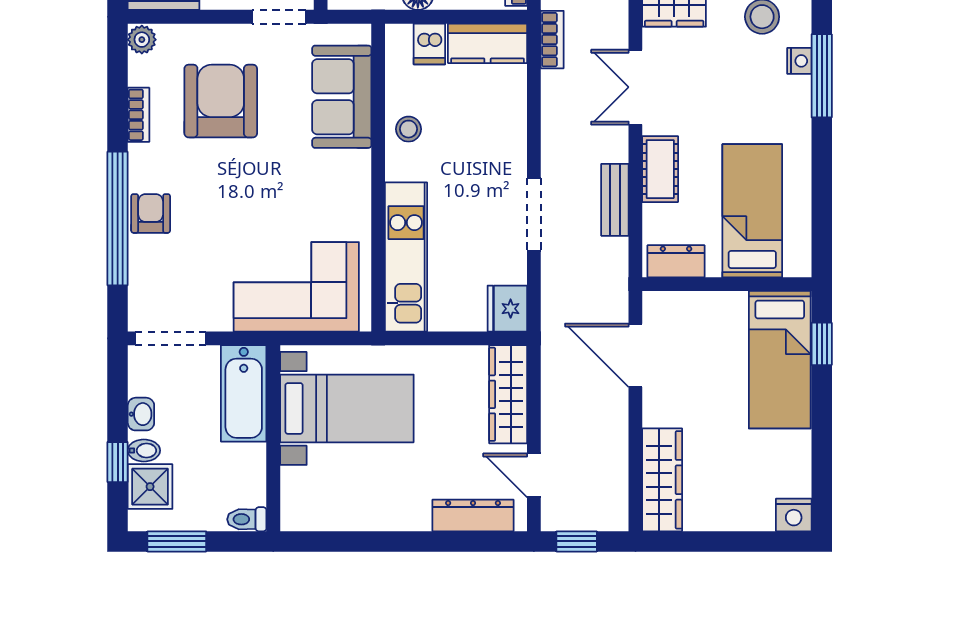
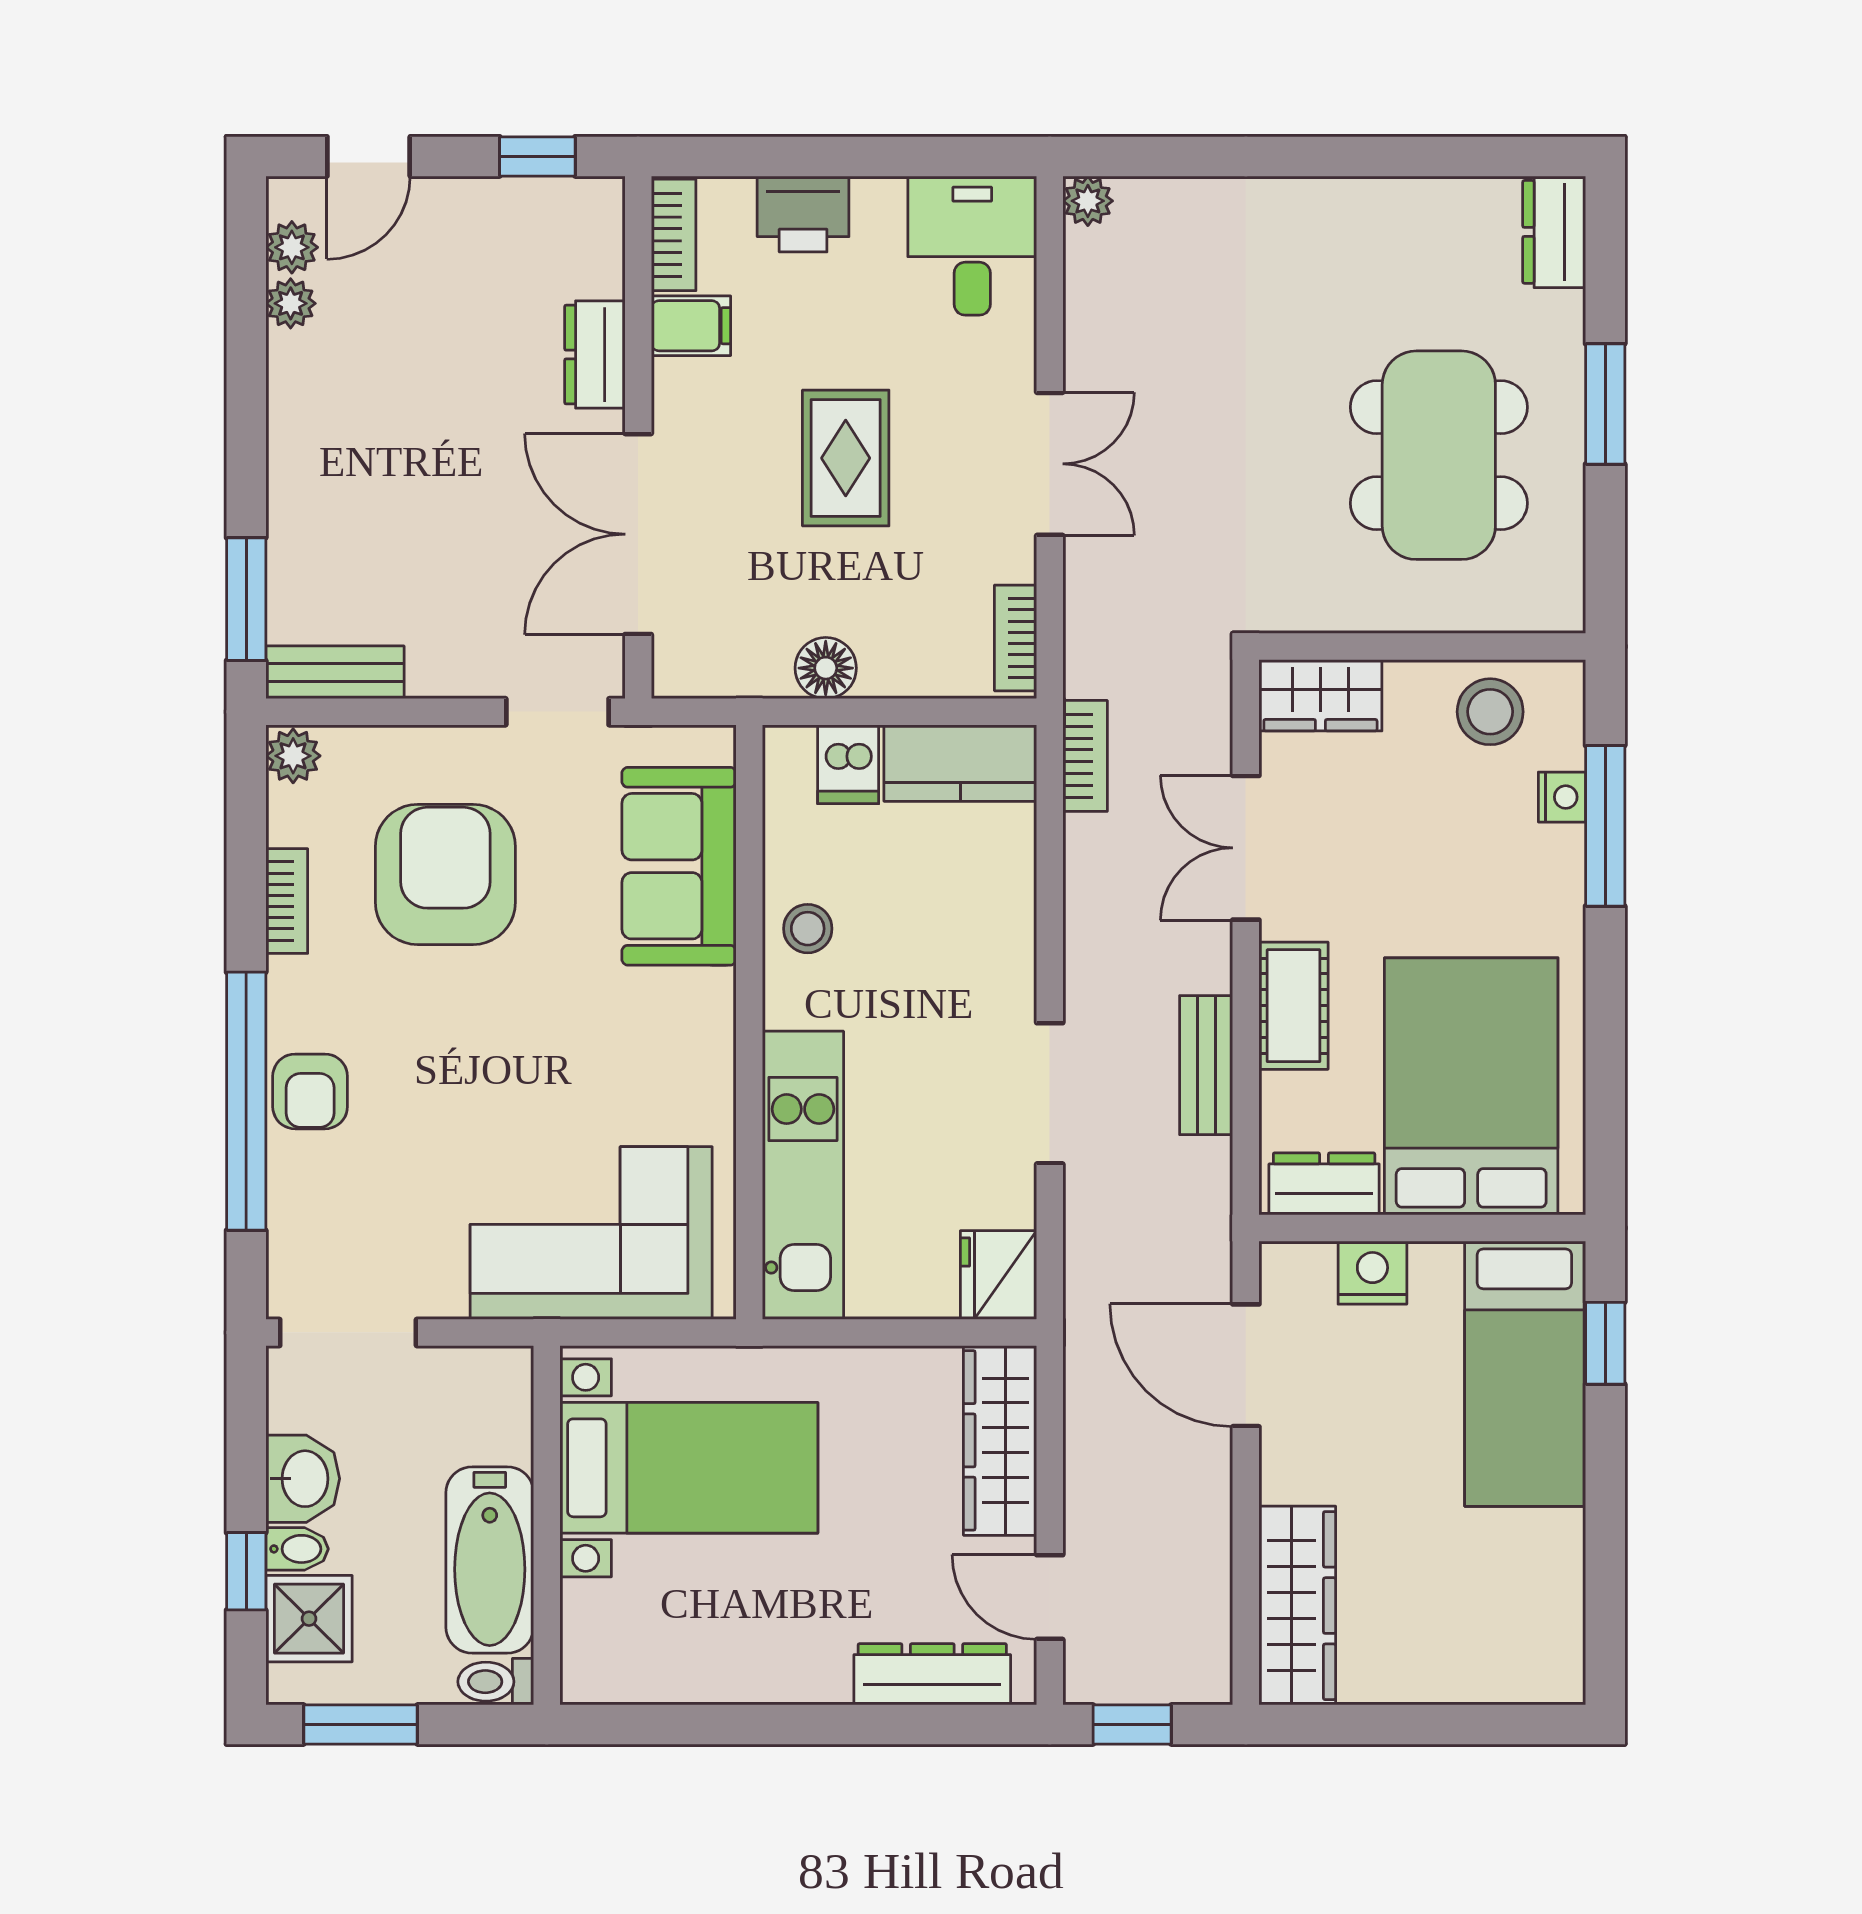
bed: (752, 211) -> (1471, 1086), width x1.50
armchair: (151, 213) -> (310, 1091), turned 180
bathtub: (244, 393) -> (490, 1560), moved
washbasin: (141, 414) -> (303, 1479), width x1.38, depth x1.45
nightstand: (794, 515) -> (1372, 1273), moved, turned 180

